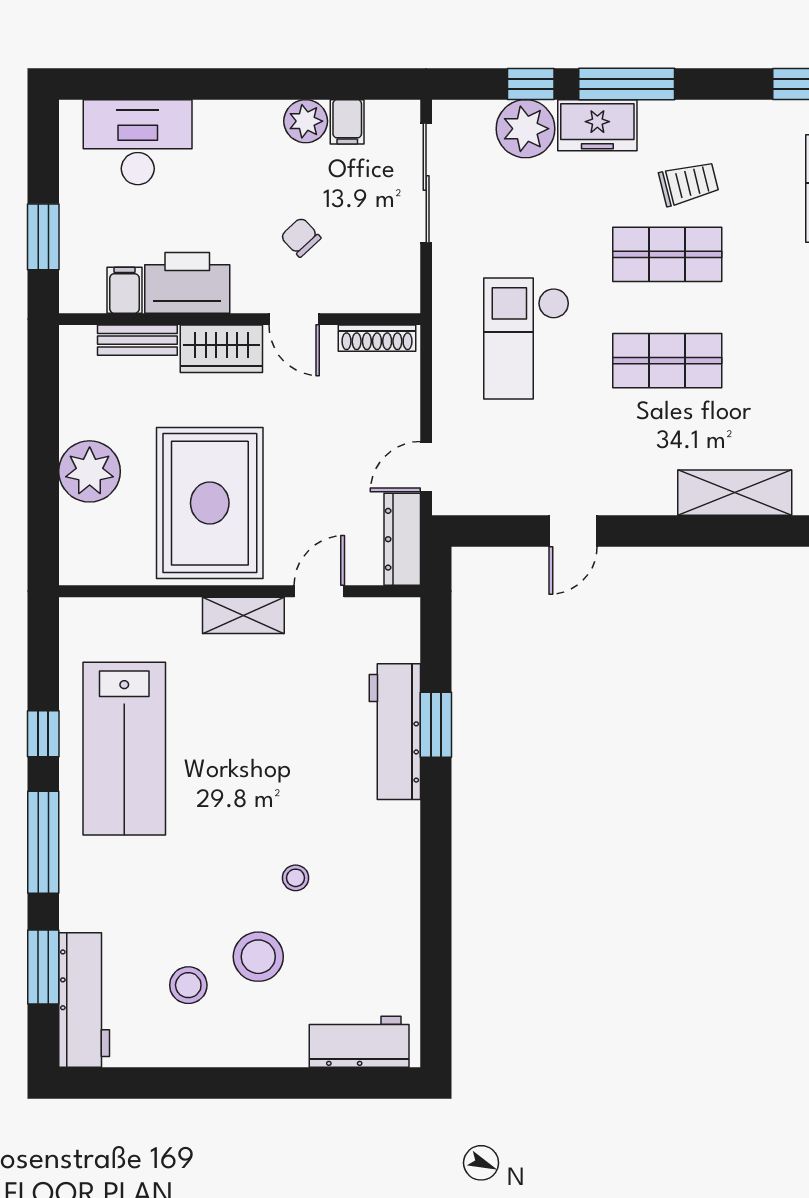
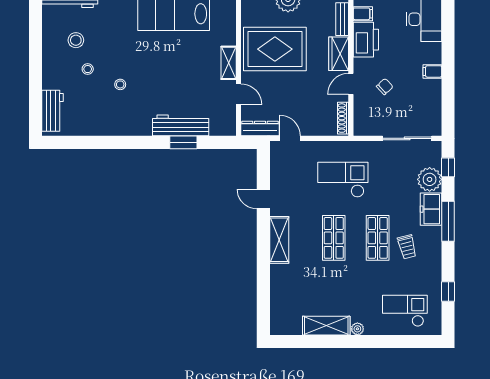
window: (531, 84) -> (448, 167), moved
plant: (306, 121) -> (433, 89), removed
filing cabinet: (347, 122) -> (432, 71), moved
shelving: (735, 493) -> (279, 240), moved
stool: (258, 957) -> (88, 69), width x0.53, depth x0.53

